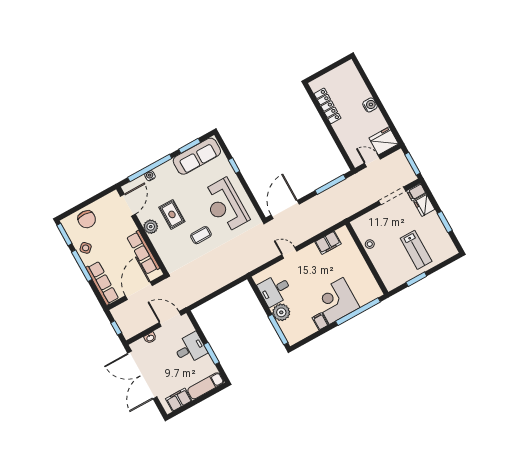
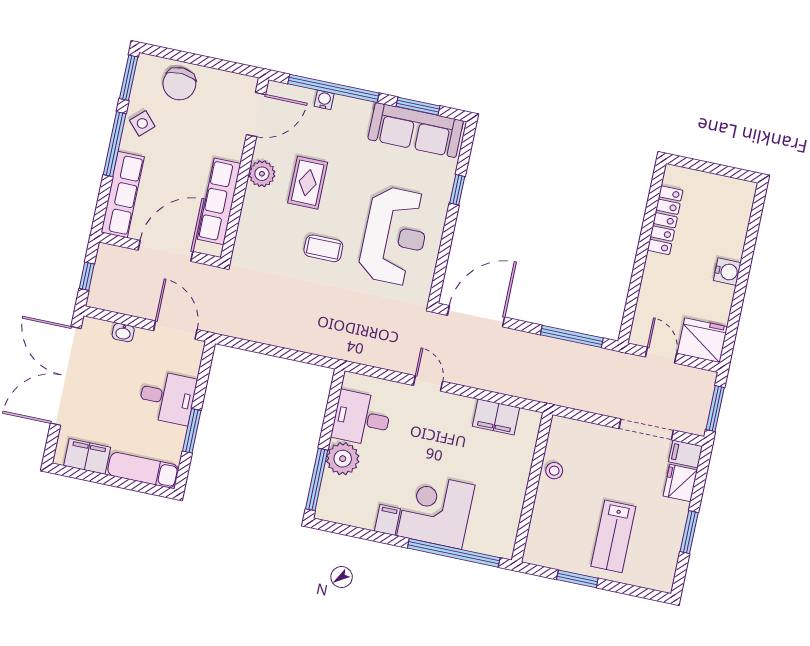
reception desk: (225, 206) -> (395, 236), turned 180

